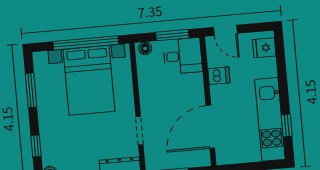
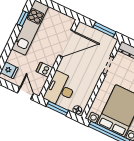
desk: (183, 56) -> (60, 89), width x1.37

